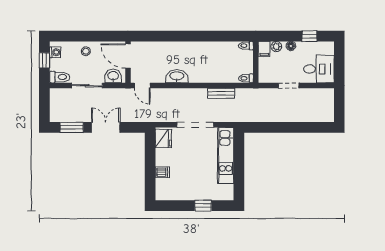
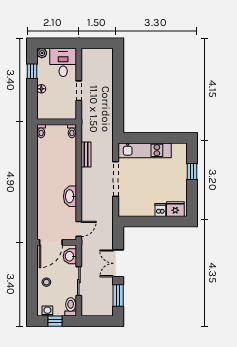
plant: (276, 47) -> (42, 53), moved
filing cabinet: (264, 49) -> (44, 114), removed
fridge: (163, 138) -> (175, 209), moved

